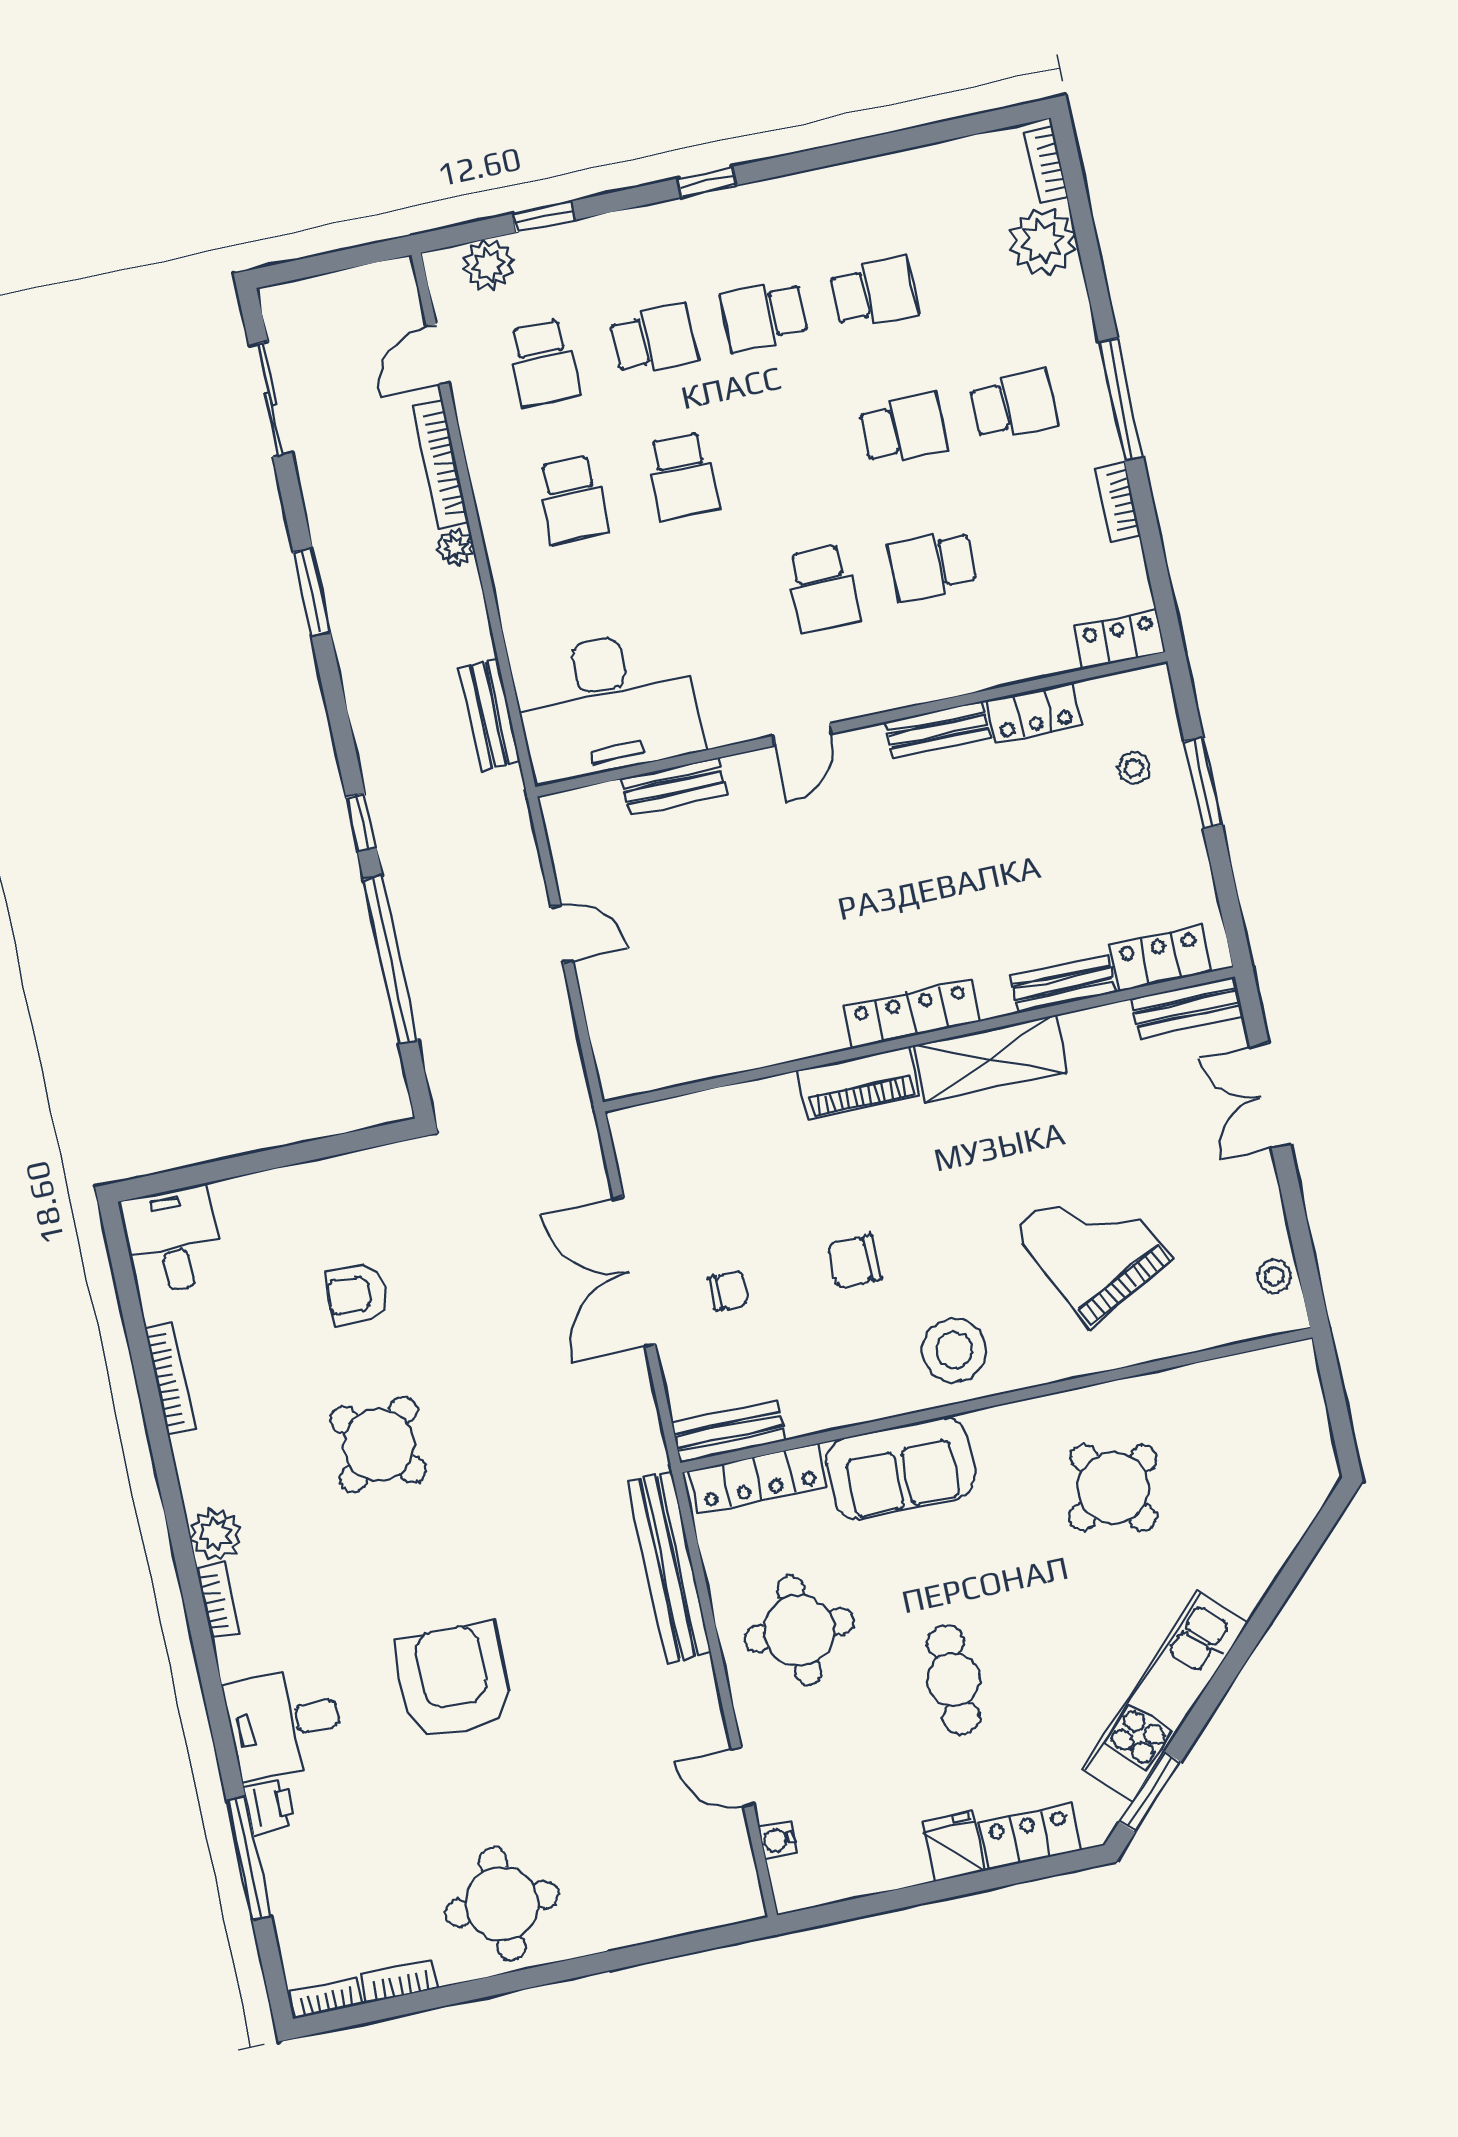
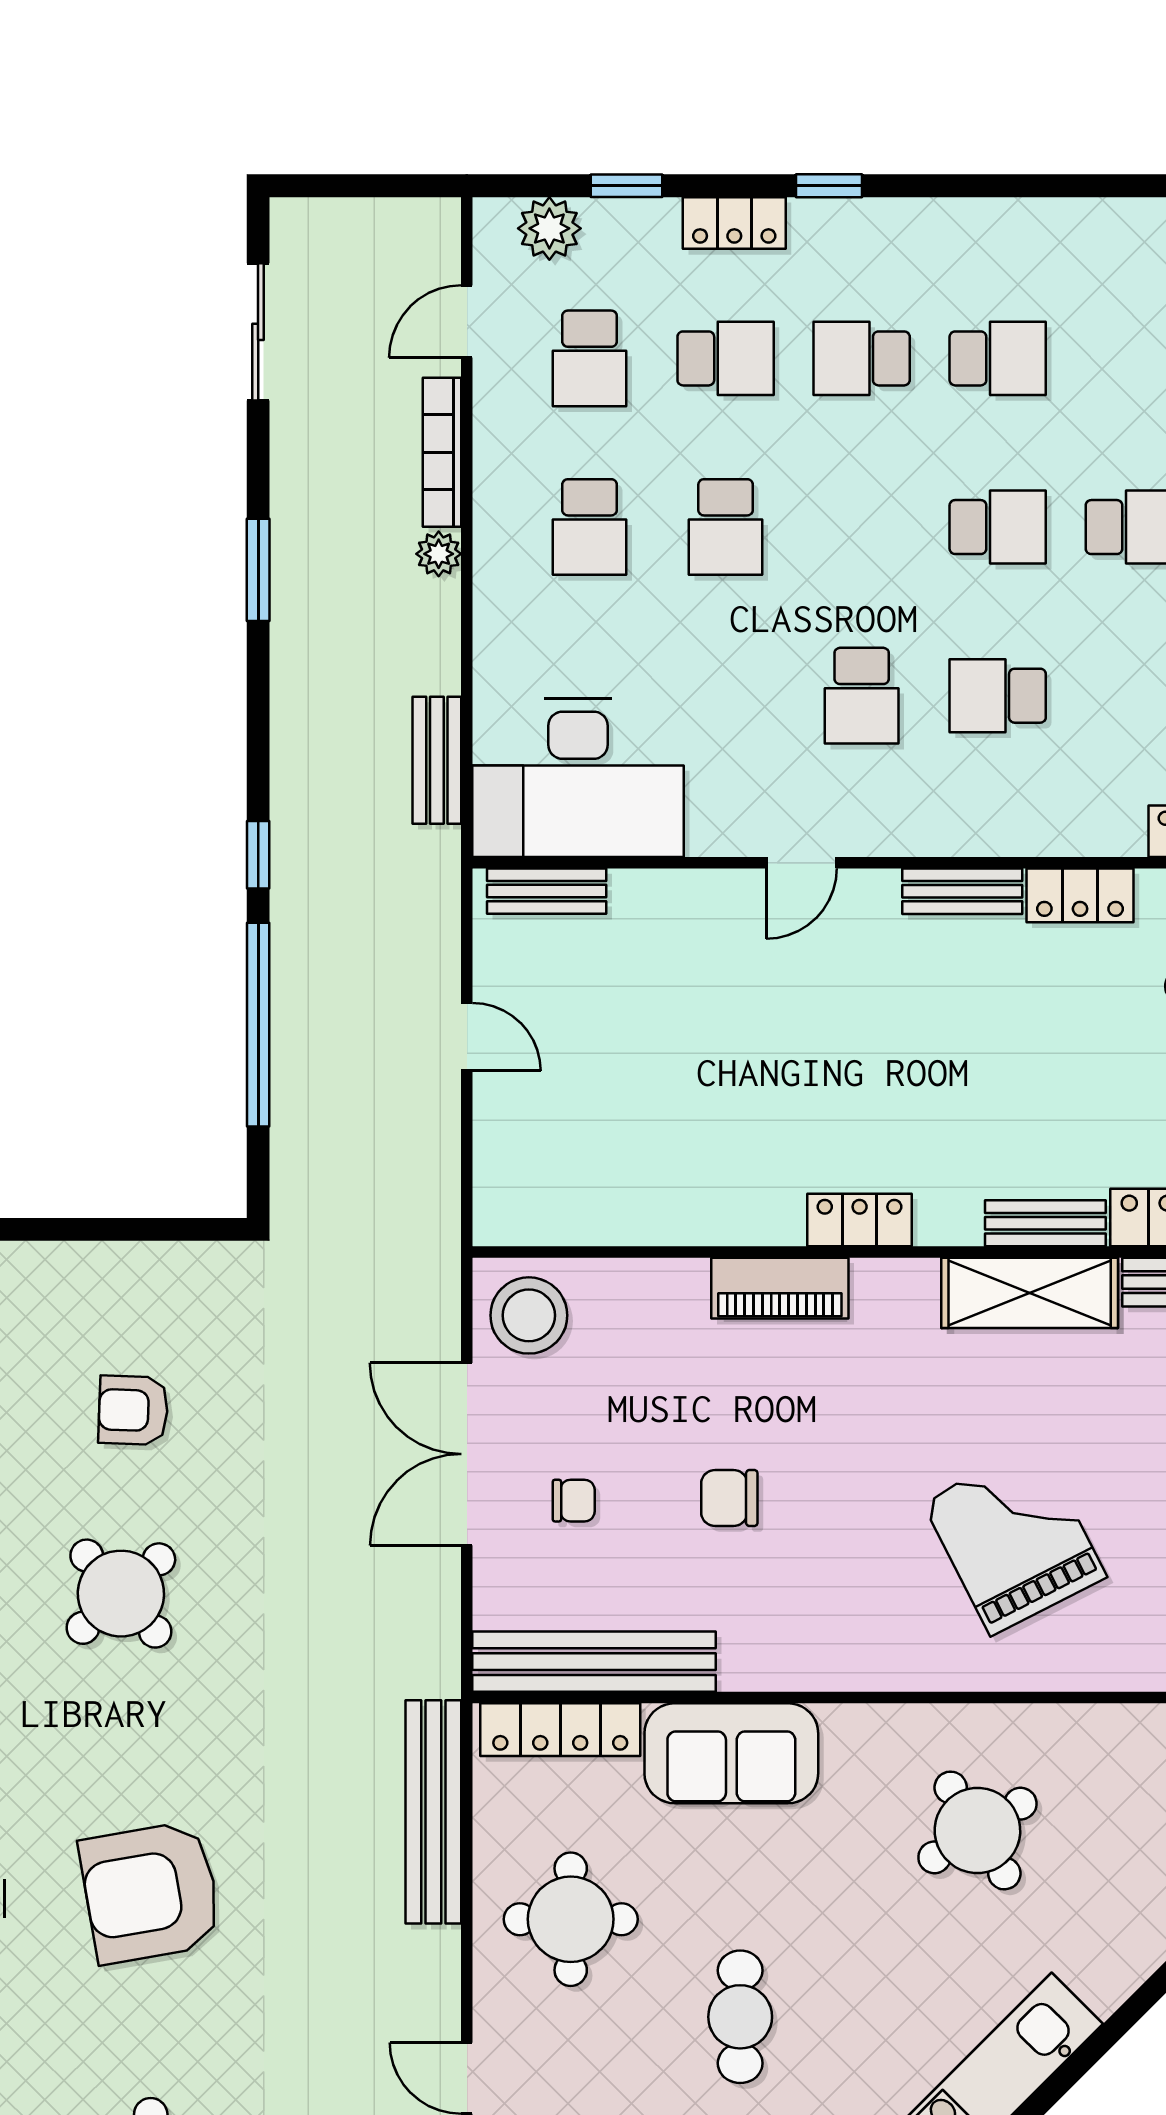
locker: (637, 228) -> (734, 223), added
bench: (674, 786) -> (547, 891), moved
locker: (912, 1014) -> (860, 1220), width x0.66
shelving: (990, 1059) -> (1030, 1293), moved
stool: (954, 1350) -> (529, 1315), moved
bench: (729, 1432) -> (594, 1662), width x1.86, depth x1.21
armchair: (454, 1681) -> (151, 1892), turned -100

